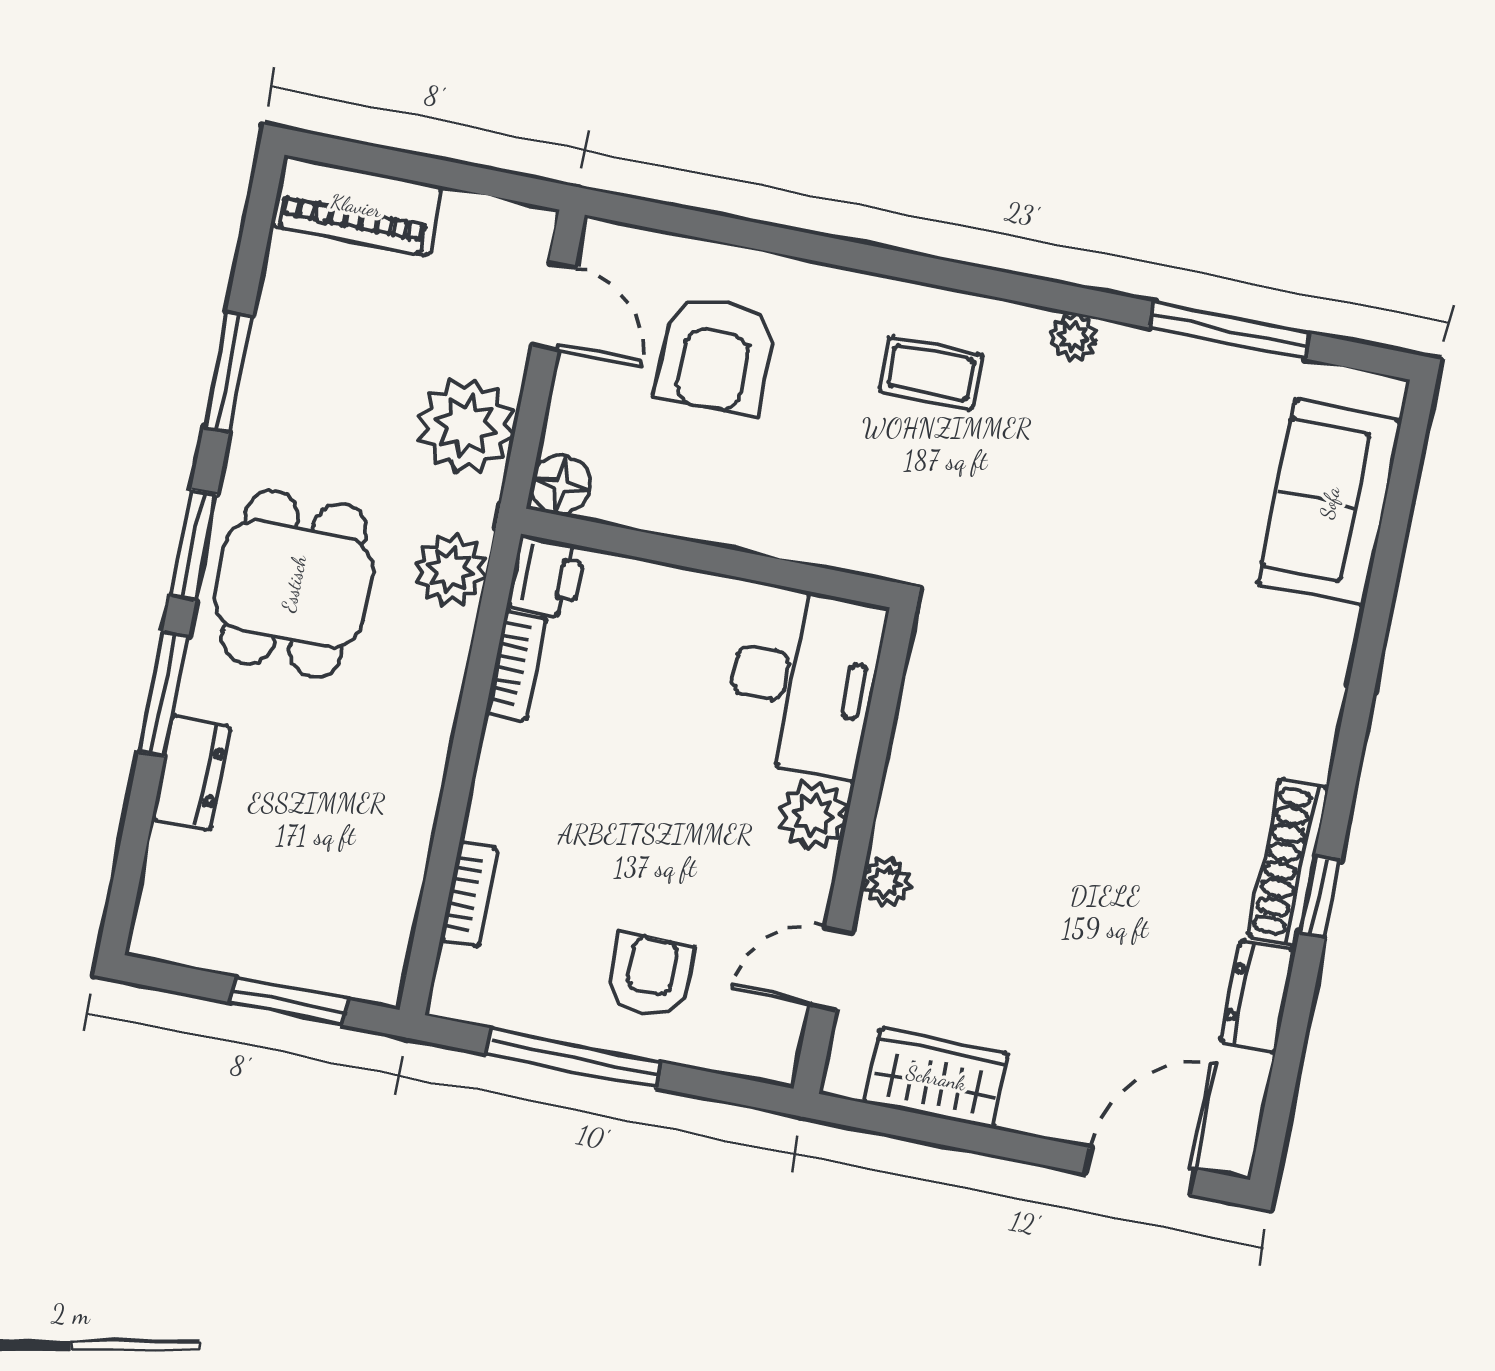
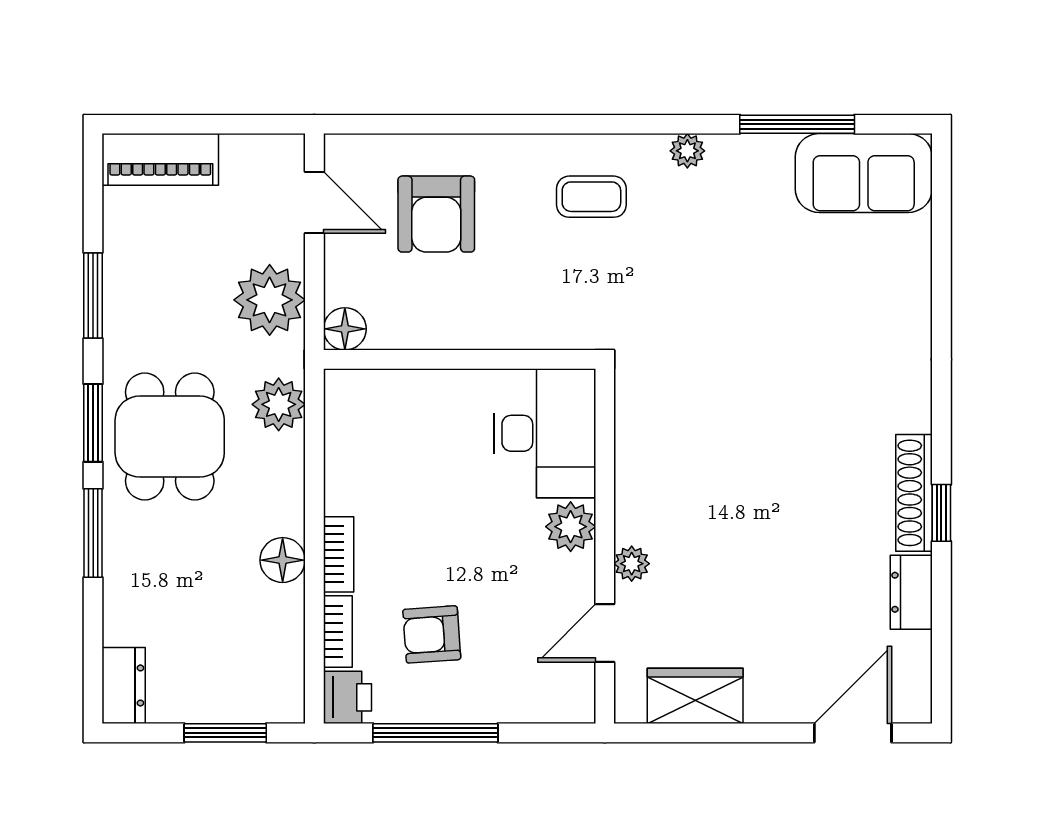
sofa: (1330, 503) -> (864, 173), moved, turned -90
printer: (546, 576) -> (347, 697), moved
bookcase: (516, 665) -> (339, 554), moved
dresser: (191, 772) -> (124, 685), moved
floor lamp: (413, 782) -> (283, 560), added
armchair: (650, 976) -> (432, 634), moved, turned -94

